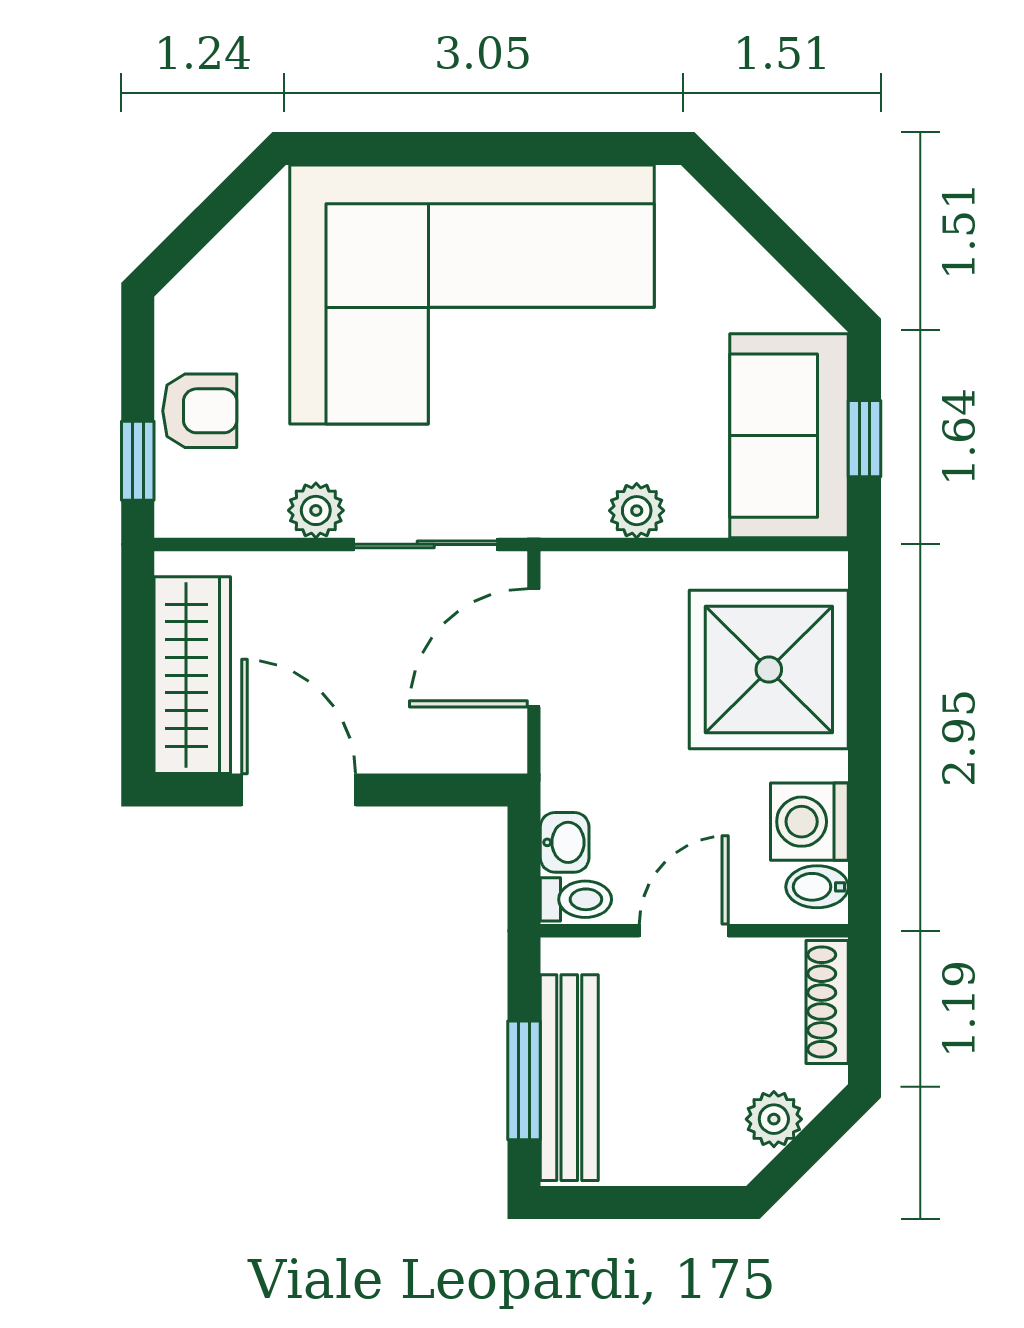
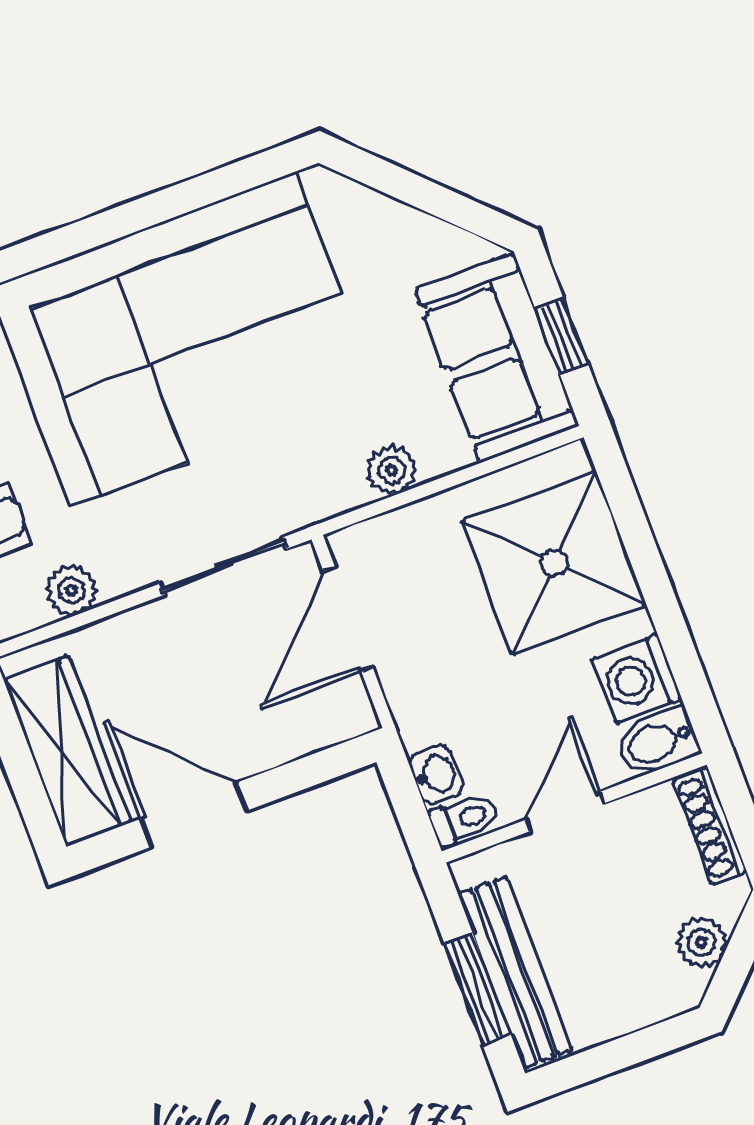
plant: (316, 510) -> (72, 590), moved
bidet: (817, 887) -> (657, 742), width x1.38, depth x1.36

